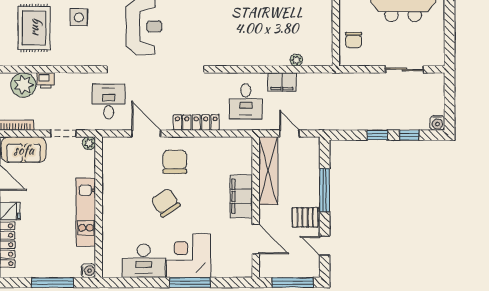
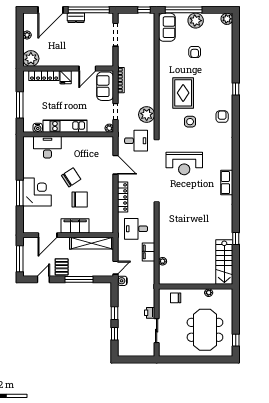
rug: (34, 28) -> (183, 93), turned 90
printer: (46, 80) -> (150, 313), moved
plant: (23, 85) -> (147, 115), moved
water cooler: (437, 123) -> (122, 281), moved
door: (146, 133) -> (115, 165), hinge flipped
door: (290, 133) -> (115, 268), moved
chair: (175, 162) -> (80, 200), moved
desk: (144, 261) -> (47, 147), moved, turned 90
water cooler: (88, 271) -> (38, 128), moved

